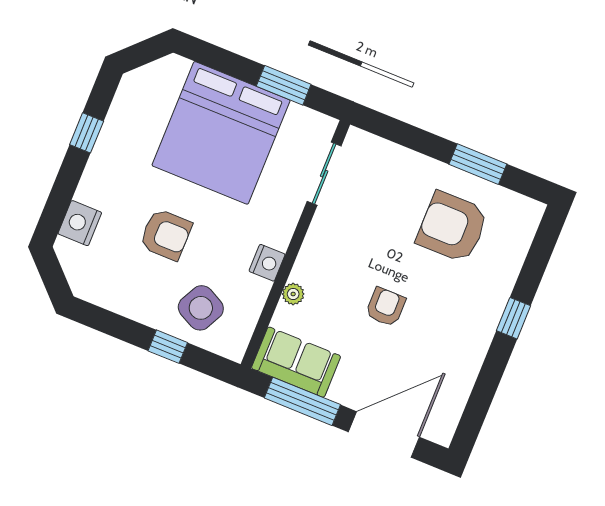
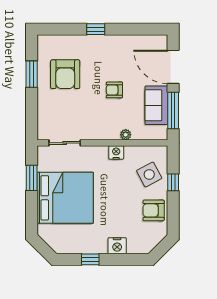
nightstand: (80, 223) -> (117, 246), moved
armchair: (166, 235) -> (154, 210), moved, turned -90
side table: (201, 308) -> (149, 174), turned 35
sofa: (296, 362) -> (156, 105), moved

